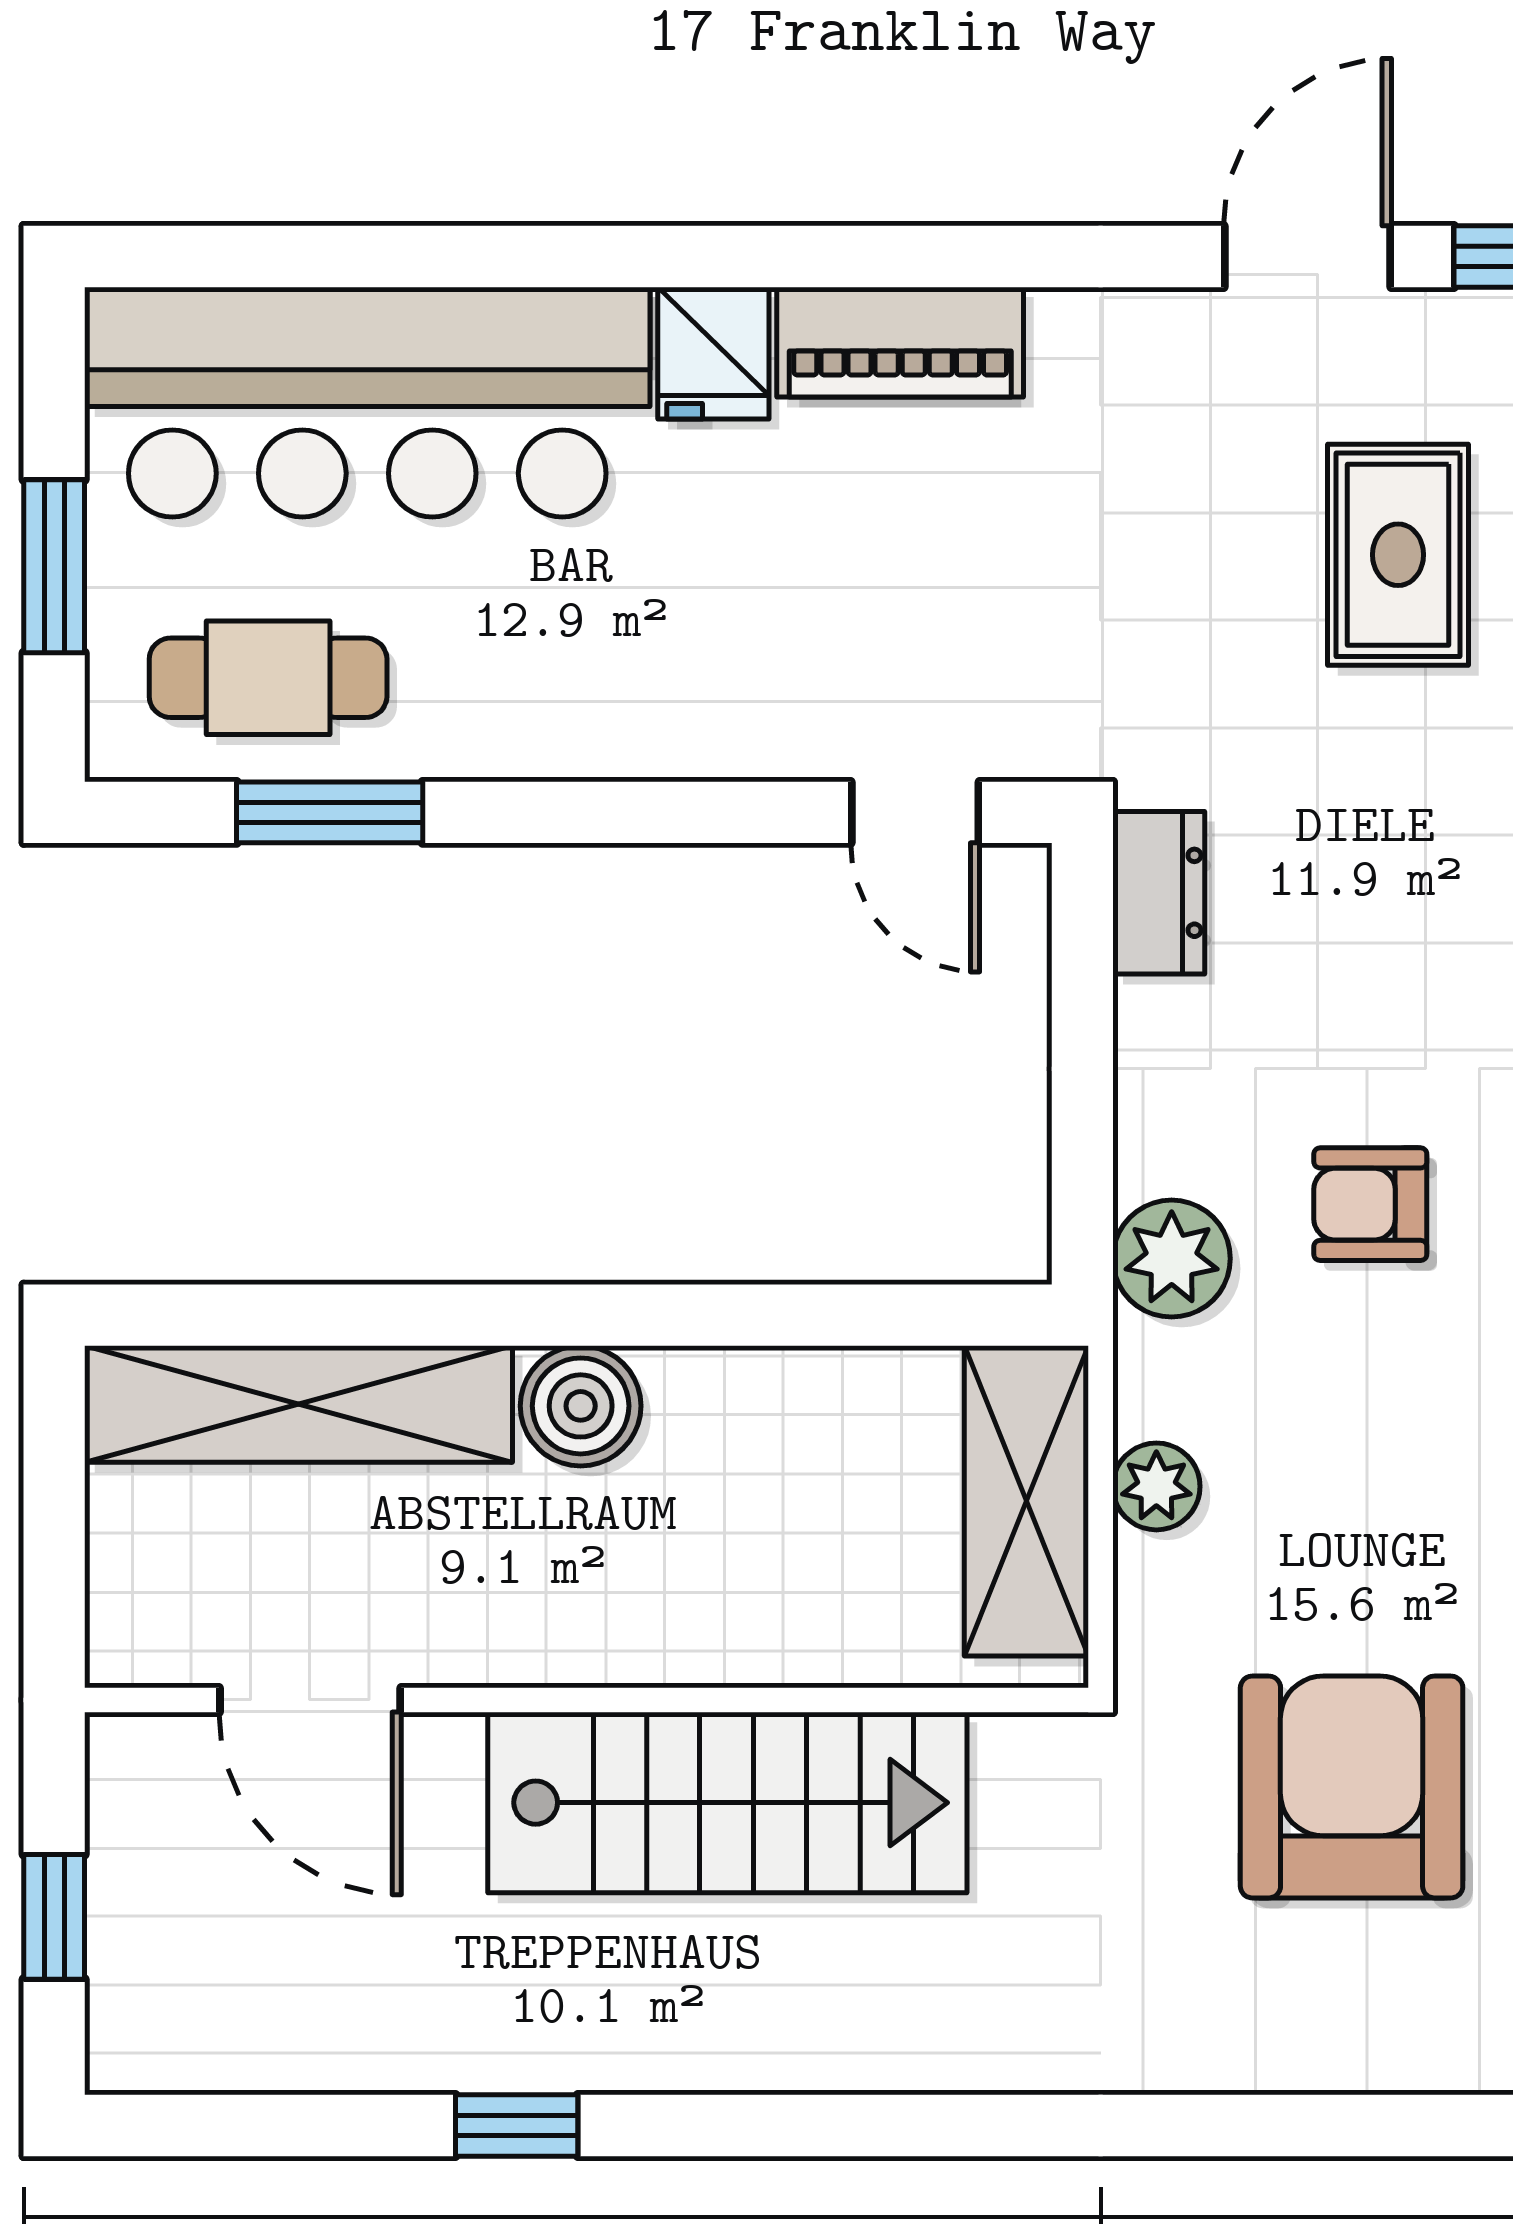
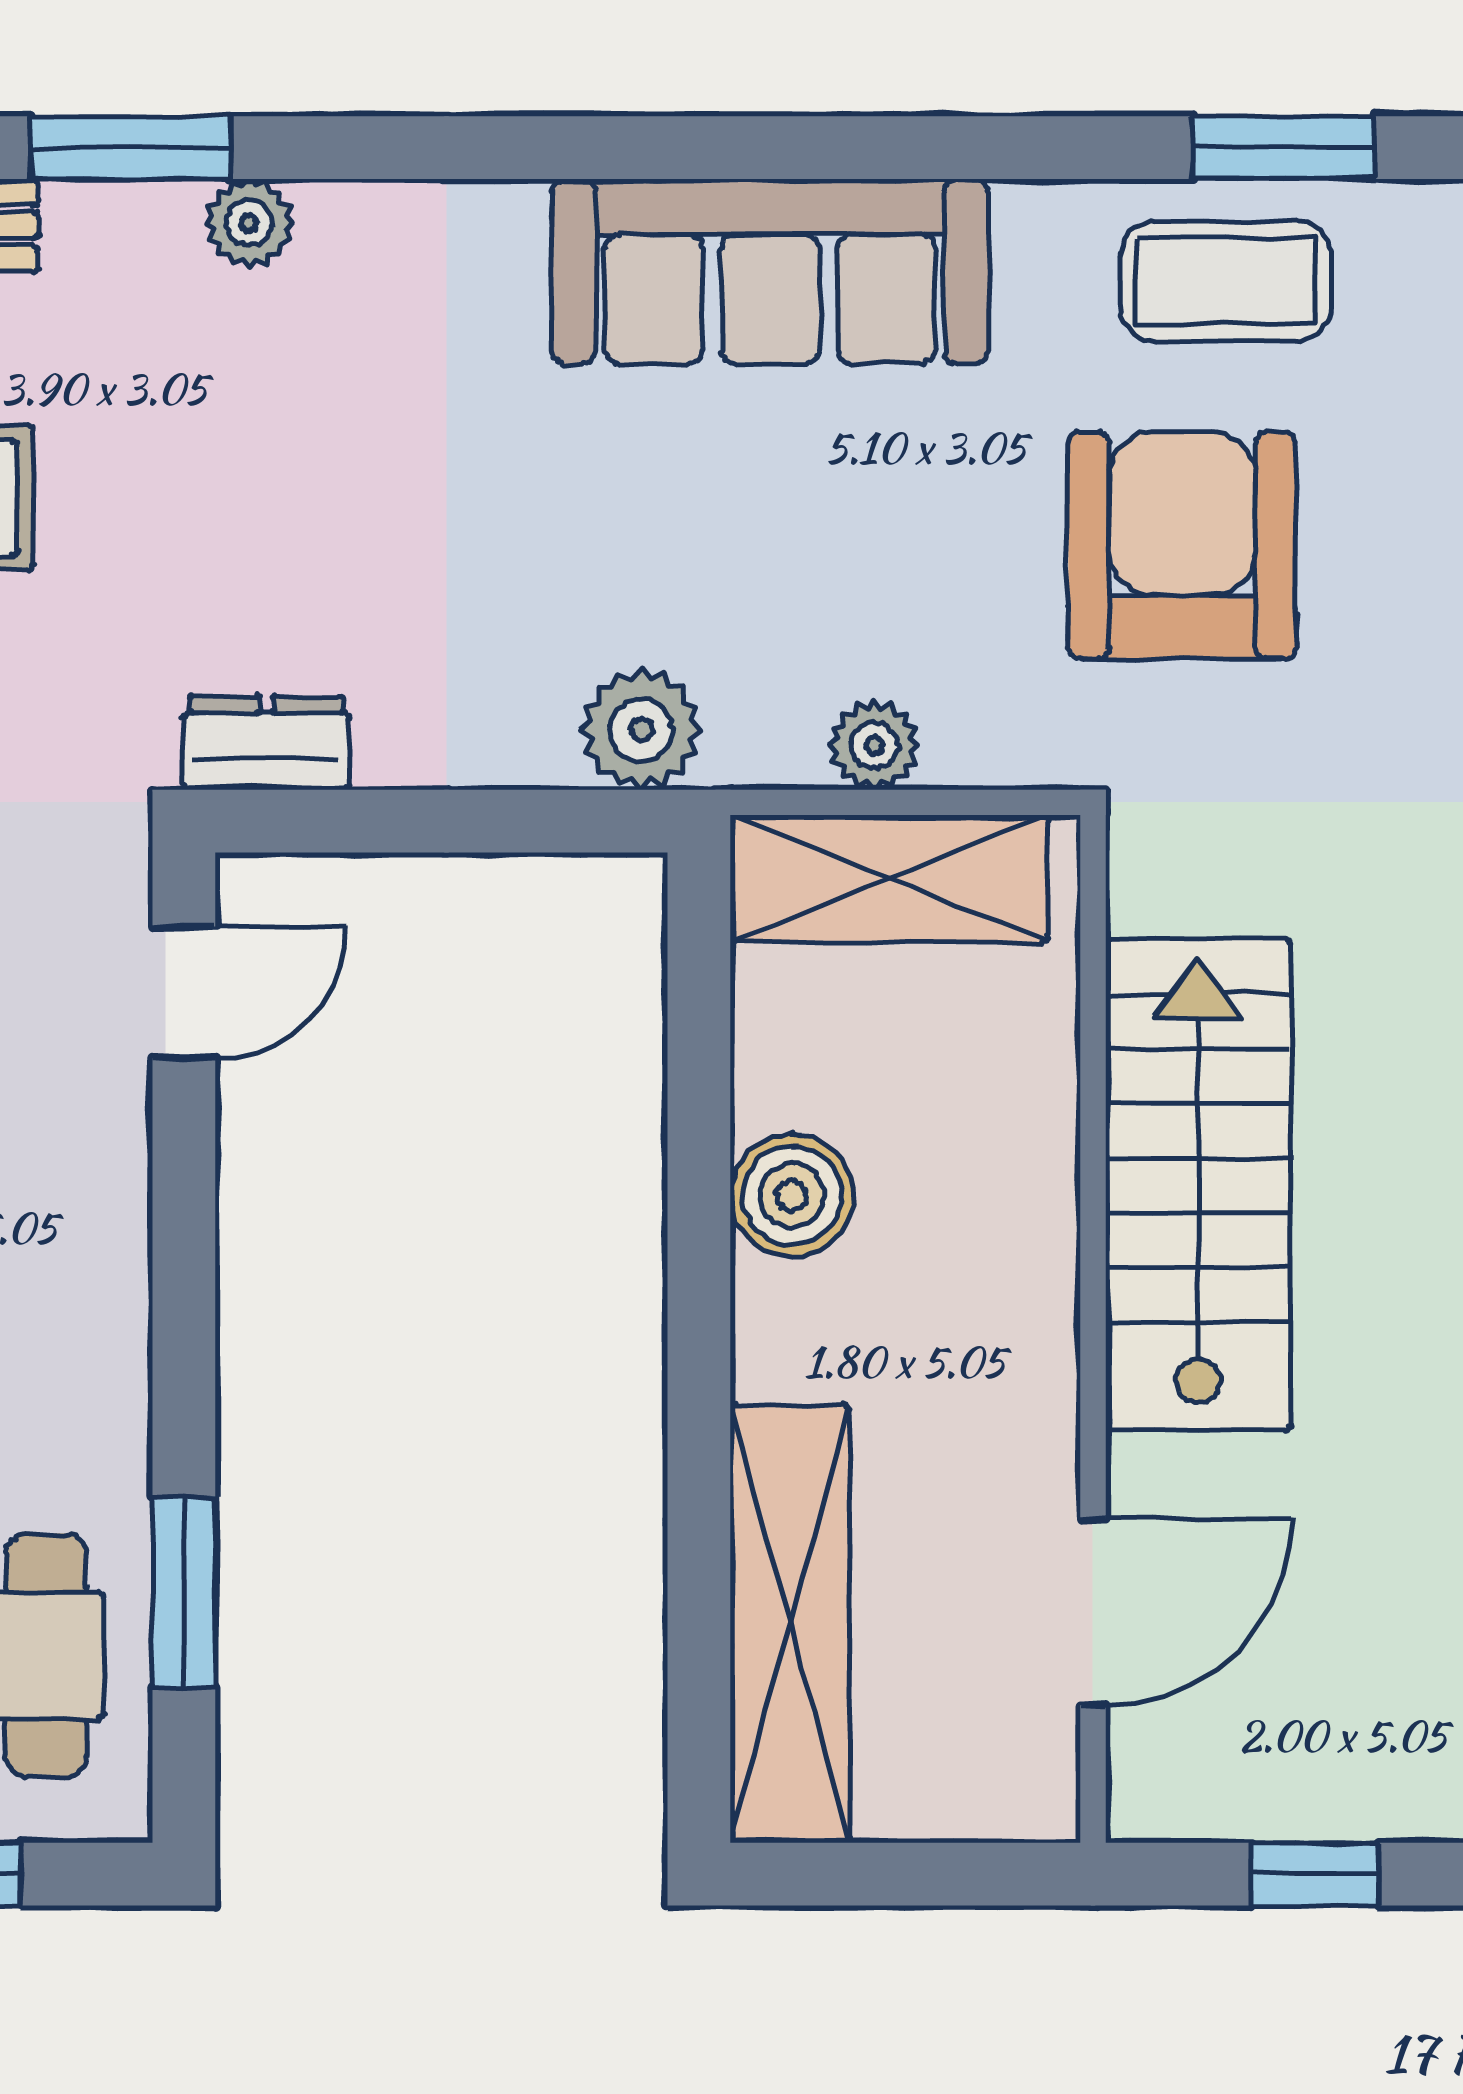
armchair: (1370, 1204) -> (585, 526), removed
boiler: (581, 1406) -> (792, 1196), moved
armchair: (1352, 1787) -> (1182, 545), turned 90

